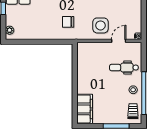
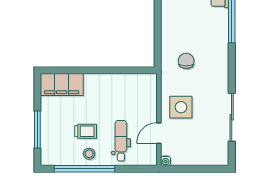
door: (119, 41) -> (159, 133), swing flipped
trolley: (133, 111) -> (86, 131), moved

